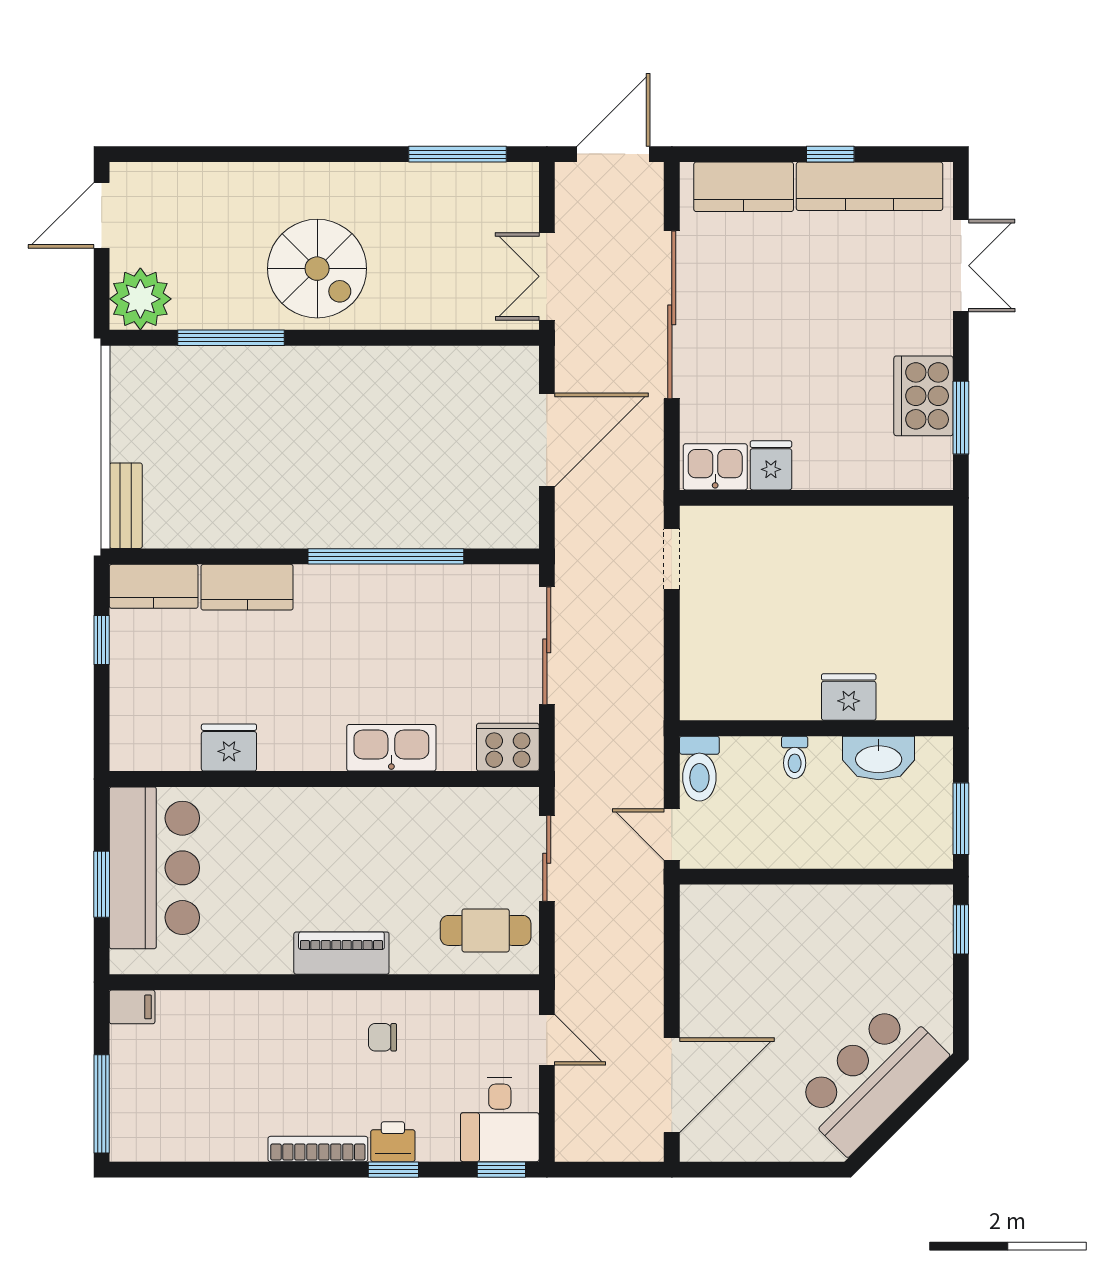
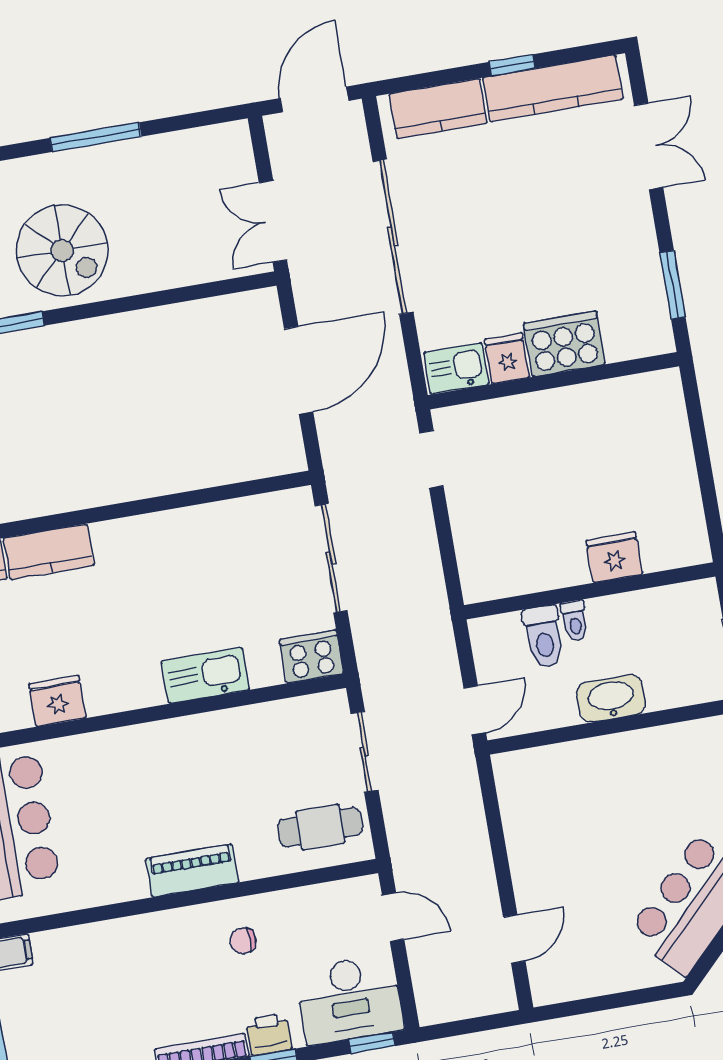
window: (457, 154) -> (96, 137), moved
cooker: (923, 396) -> (564, 344), moved, turned 90
window: (386, 556) -> (170, 502), removed
washbasin: (879, 758) -> (611, 699), moved, turned 180
toilet: (699, 769) -> (544, 637), moved
door: (672, 834) -> (475, 710), swing flipped
door: (672, 1085) -> (514, 939), width x0.53
desk: (500, 1119) -> (349, 1000), width x1.37

